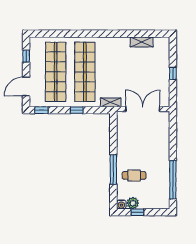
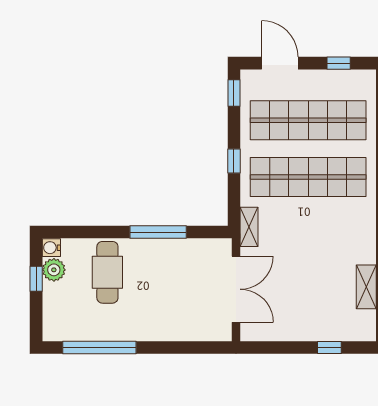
window: (173, 73) -> (329, 347), moved
window: (113, 170) -> (158, 232), moved
cafe table: (134, 175) -> (107, 272), width x1.37, depth x1.35

